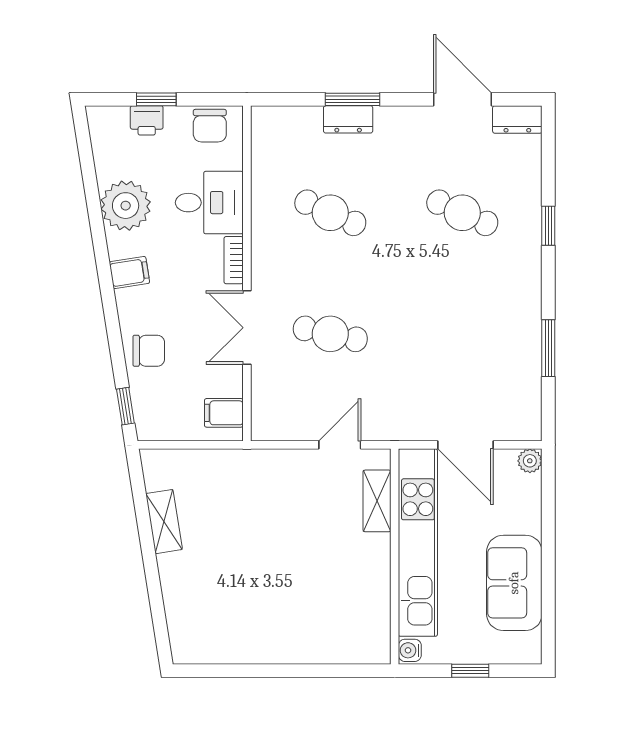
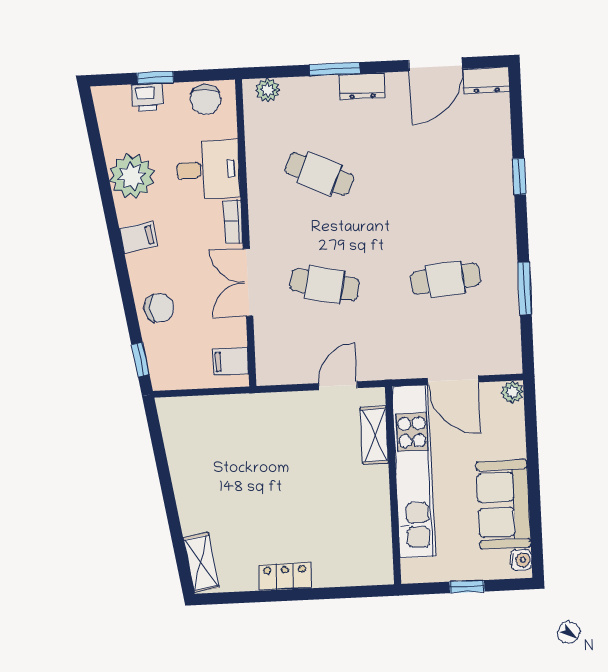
door: (462, 99) -> (435, 64), swing flipped
plant: (278, 119) -> (268, 90), added
dresser: (348, 119) -> (362, 86), moved
cafe table: (462, 213) -> (445, 279), moved, turned -30
shelving: (164, 522) -> (201, 563), moved
locker: (272, 650) -> (285, 576), added
water cooler: (410, 650) -> (521, 560), moved, turned 180

